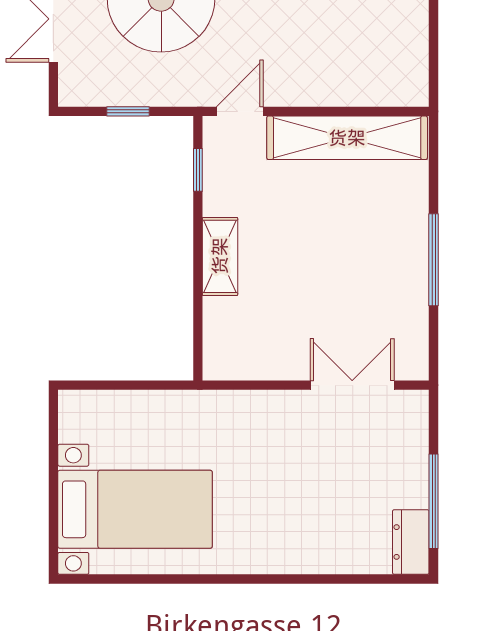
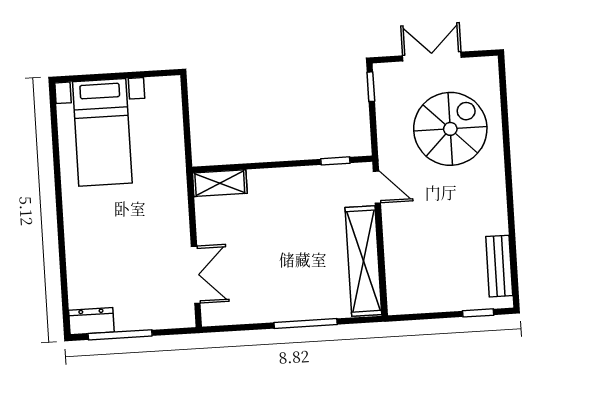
window: (128, 111) -> (371, 87), moved
shelving: (220, 256) -> (220, 183), moved
window: (434, 260) -> (306, 323), moved

